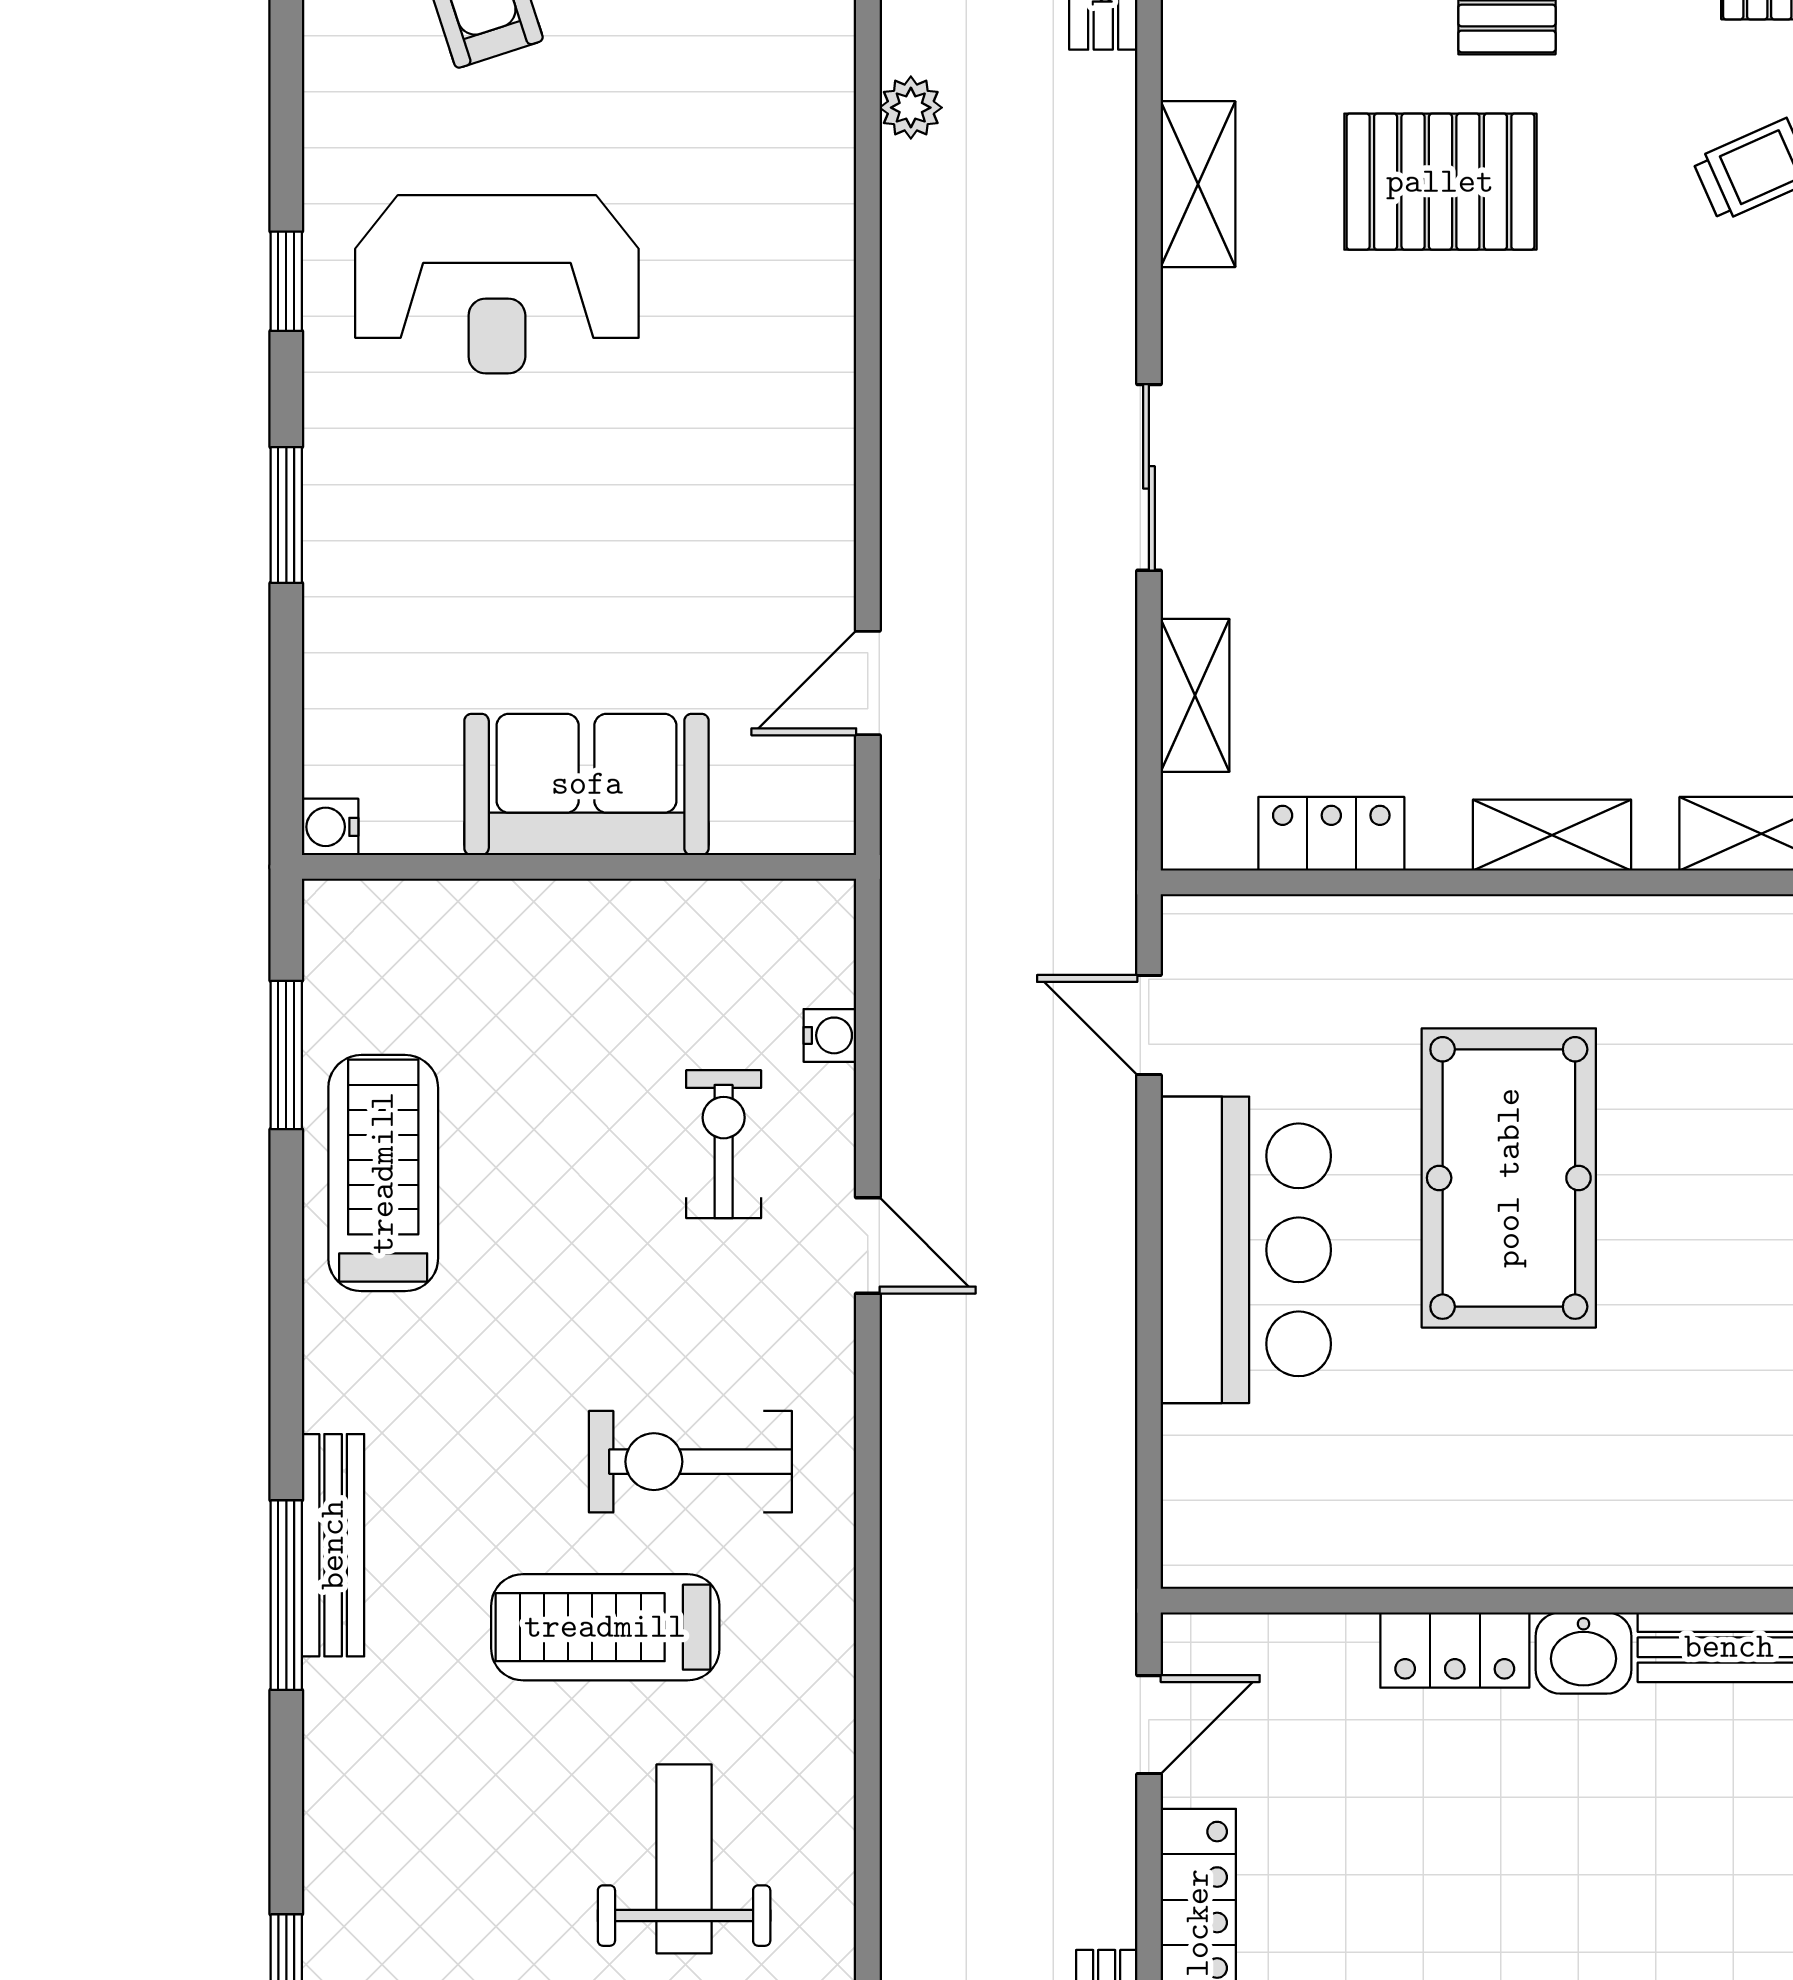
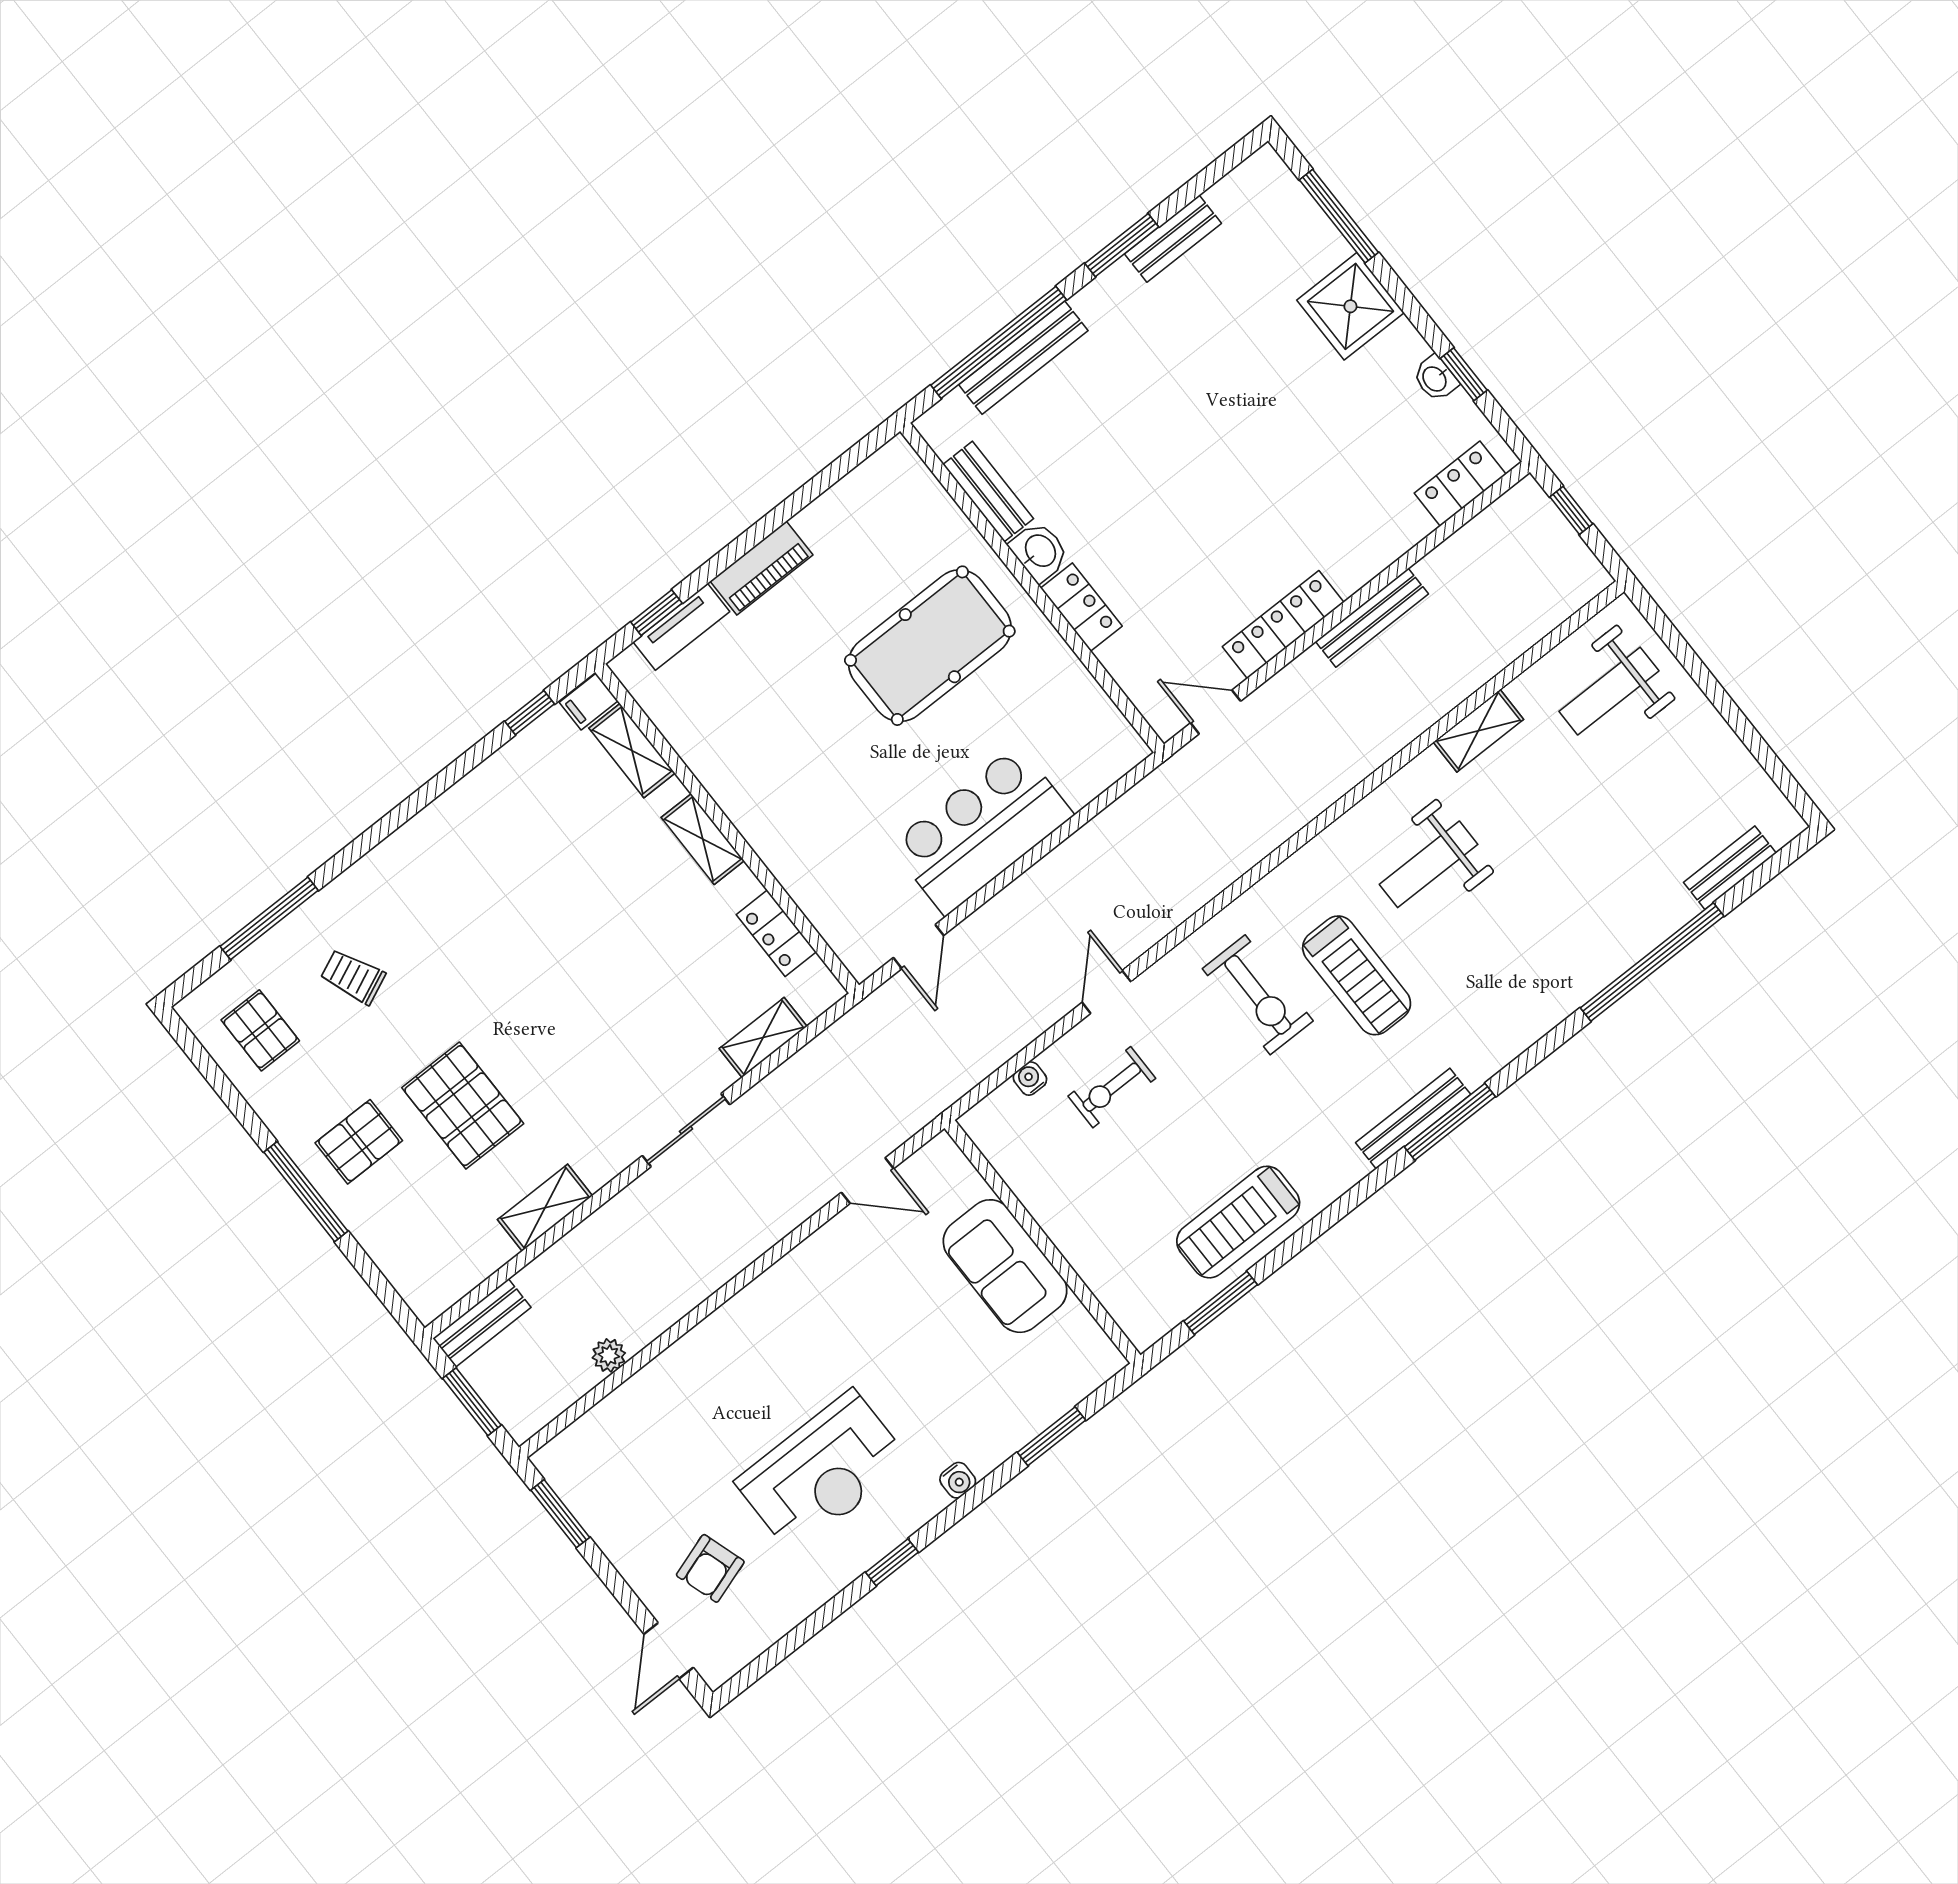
reception desk: (497, 284) -> (823, 1472), turned 90
window: (286, 515) -> (1052, 1436), moved
water cooler: (330, 827) -> (958, 1480), moved
pool table: (1509, 1178) -> (930, 646), moved

